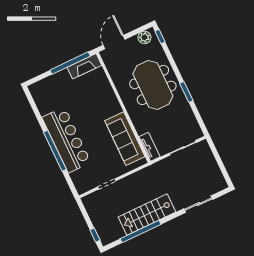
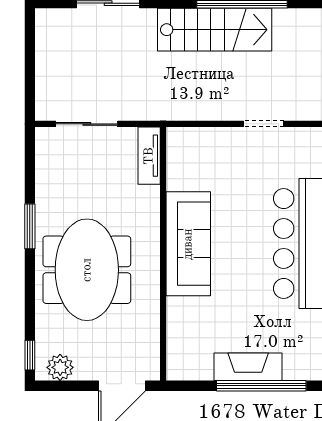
window: (70, 63) -> (261, 386), moved
fireplace: (84, 66) -> (248, 367), moved
sofa: (125, 139) -> (188, 244), moved

